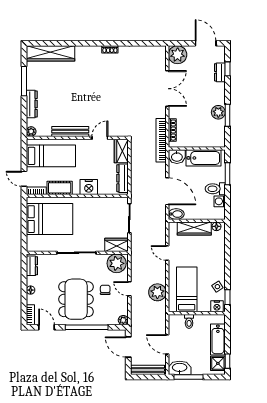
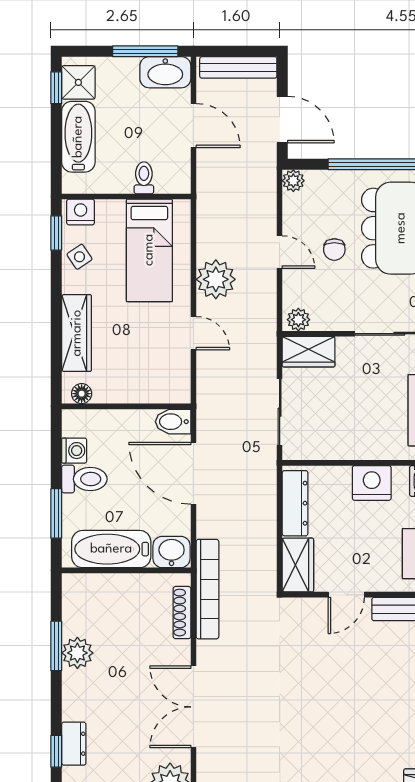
wardrobe: (194, 228) -> (77, 333), moved, turned 90
plant: (117, 263) -> (298, 320), width x0.53, depth x0.53
plant: (157, 292) -> (216, 279), moved

